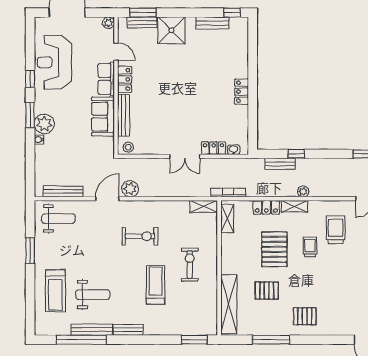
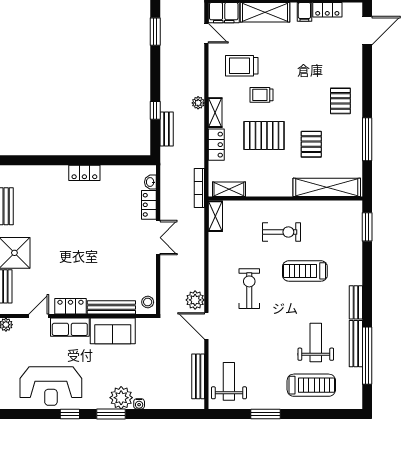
exercise bike: (190, 265) -> (282, 232), turned 180

